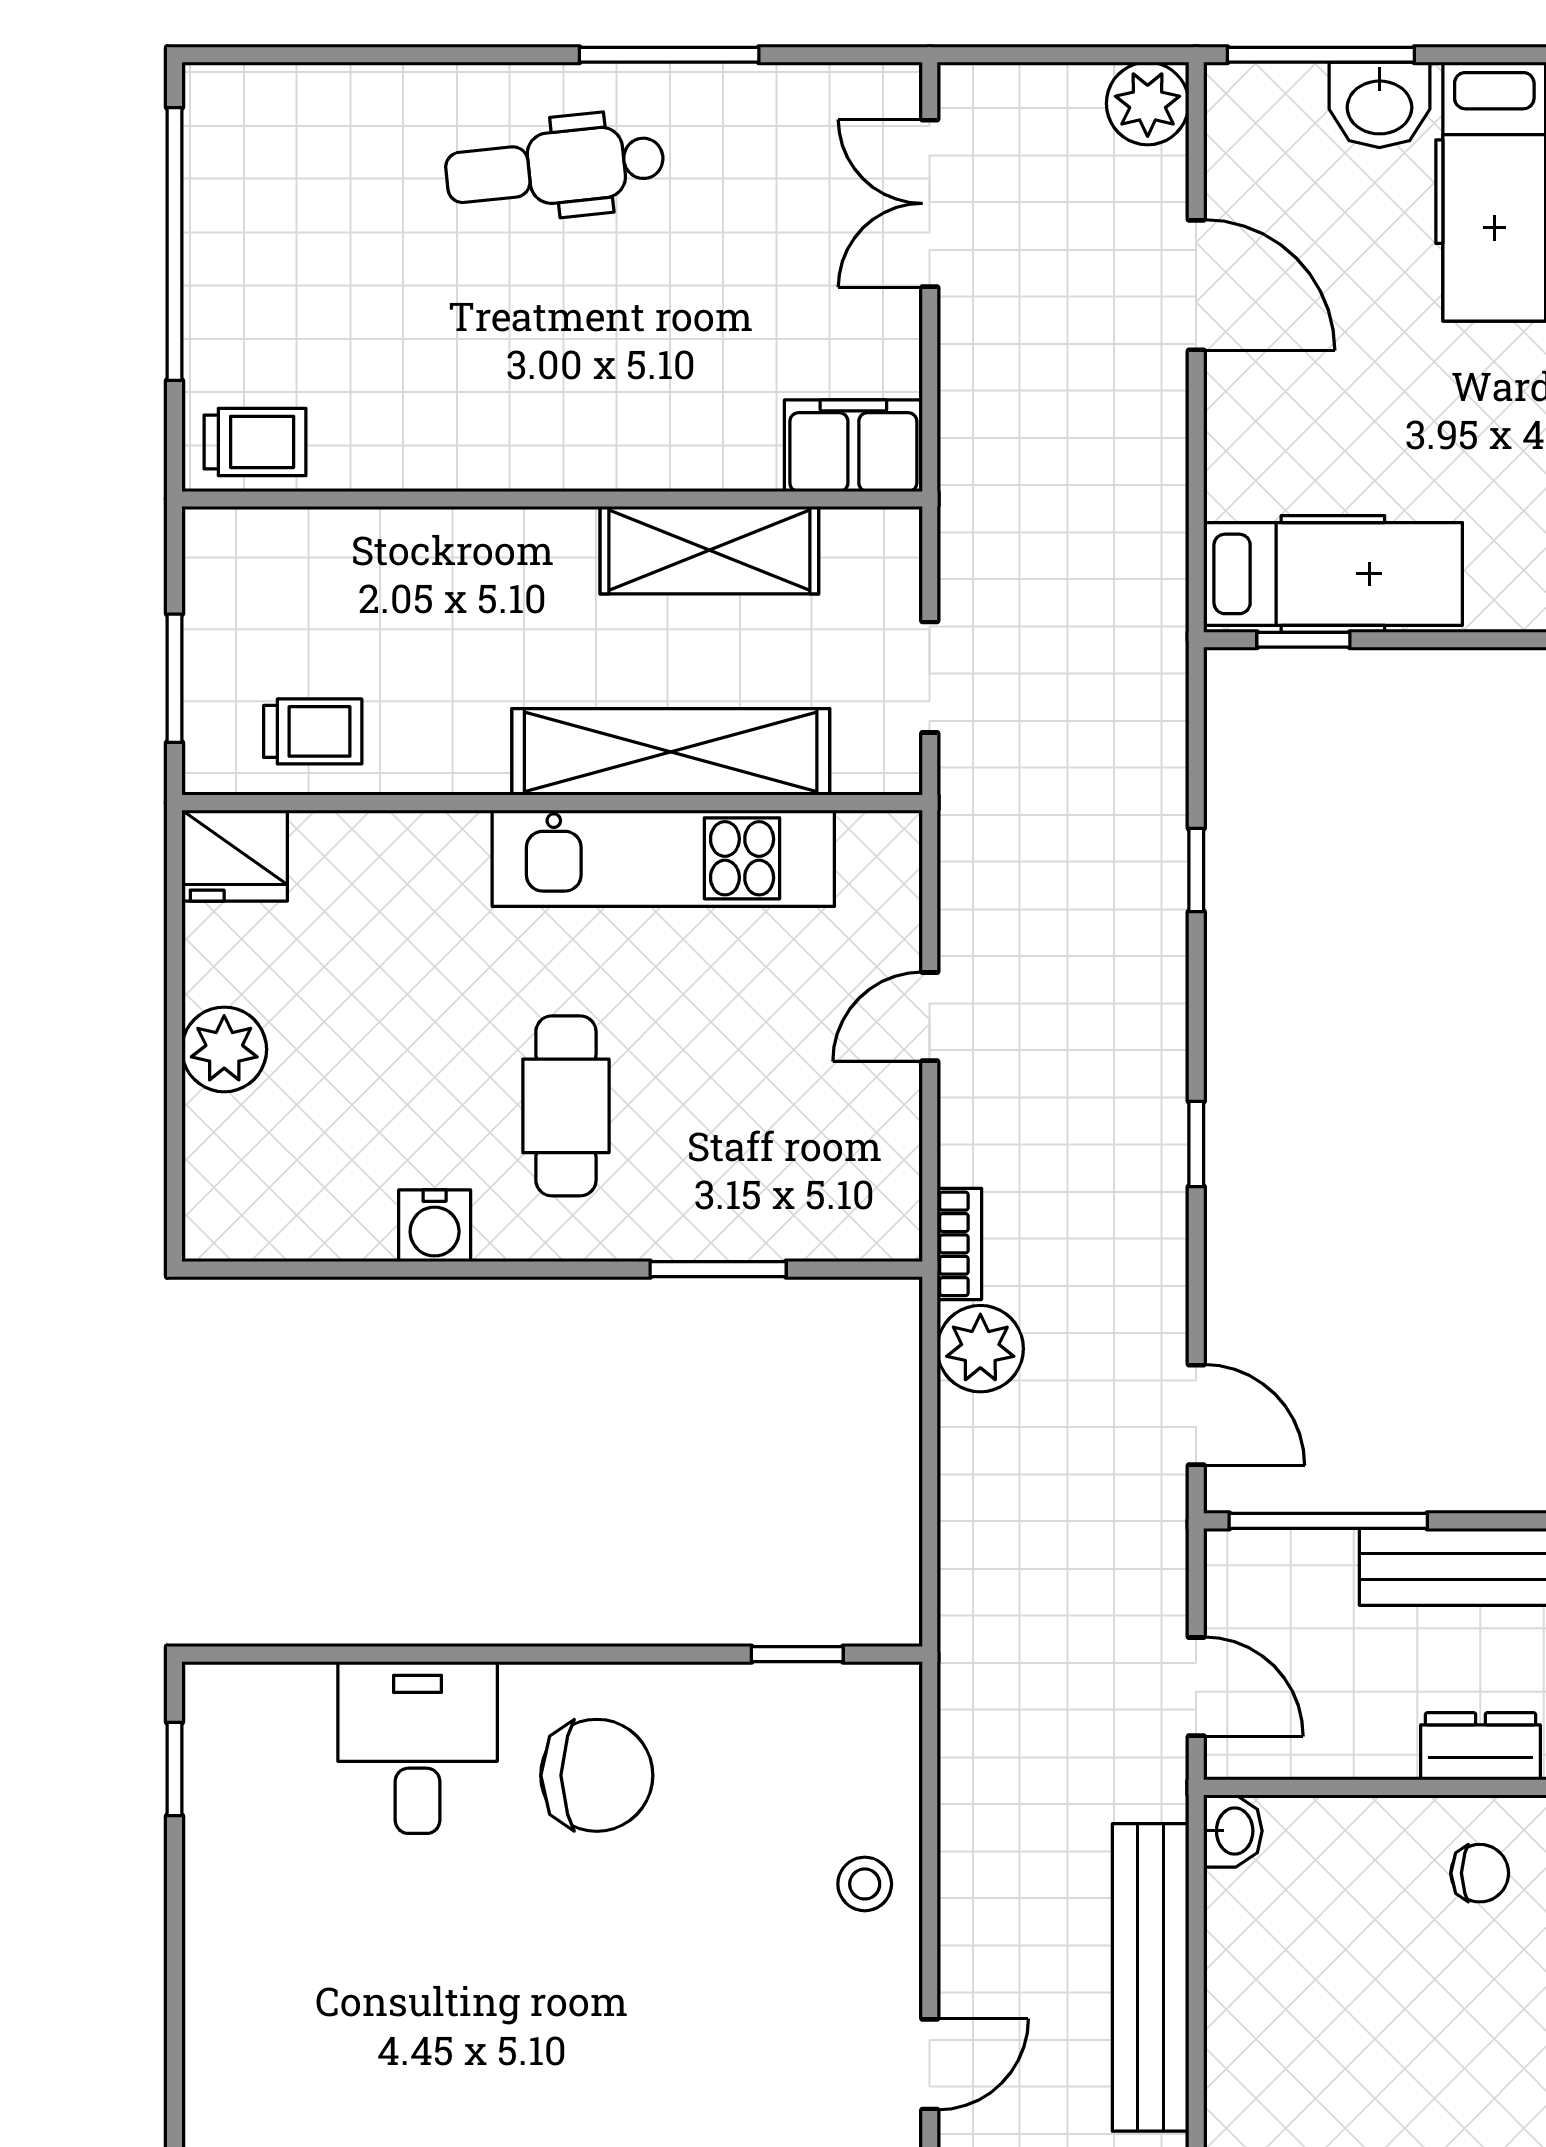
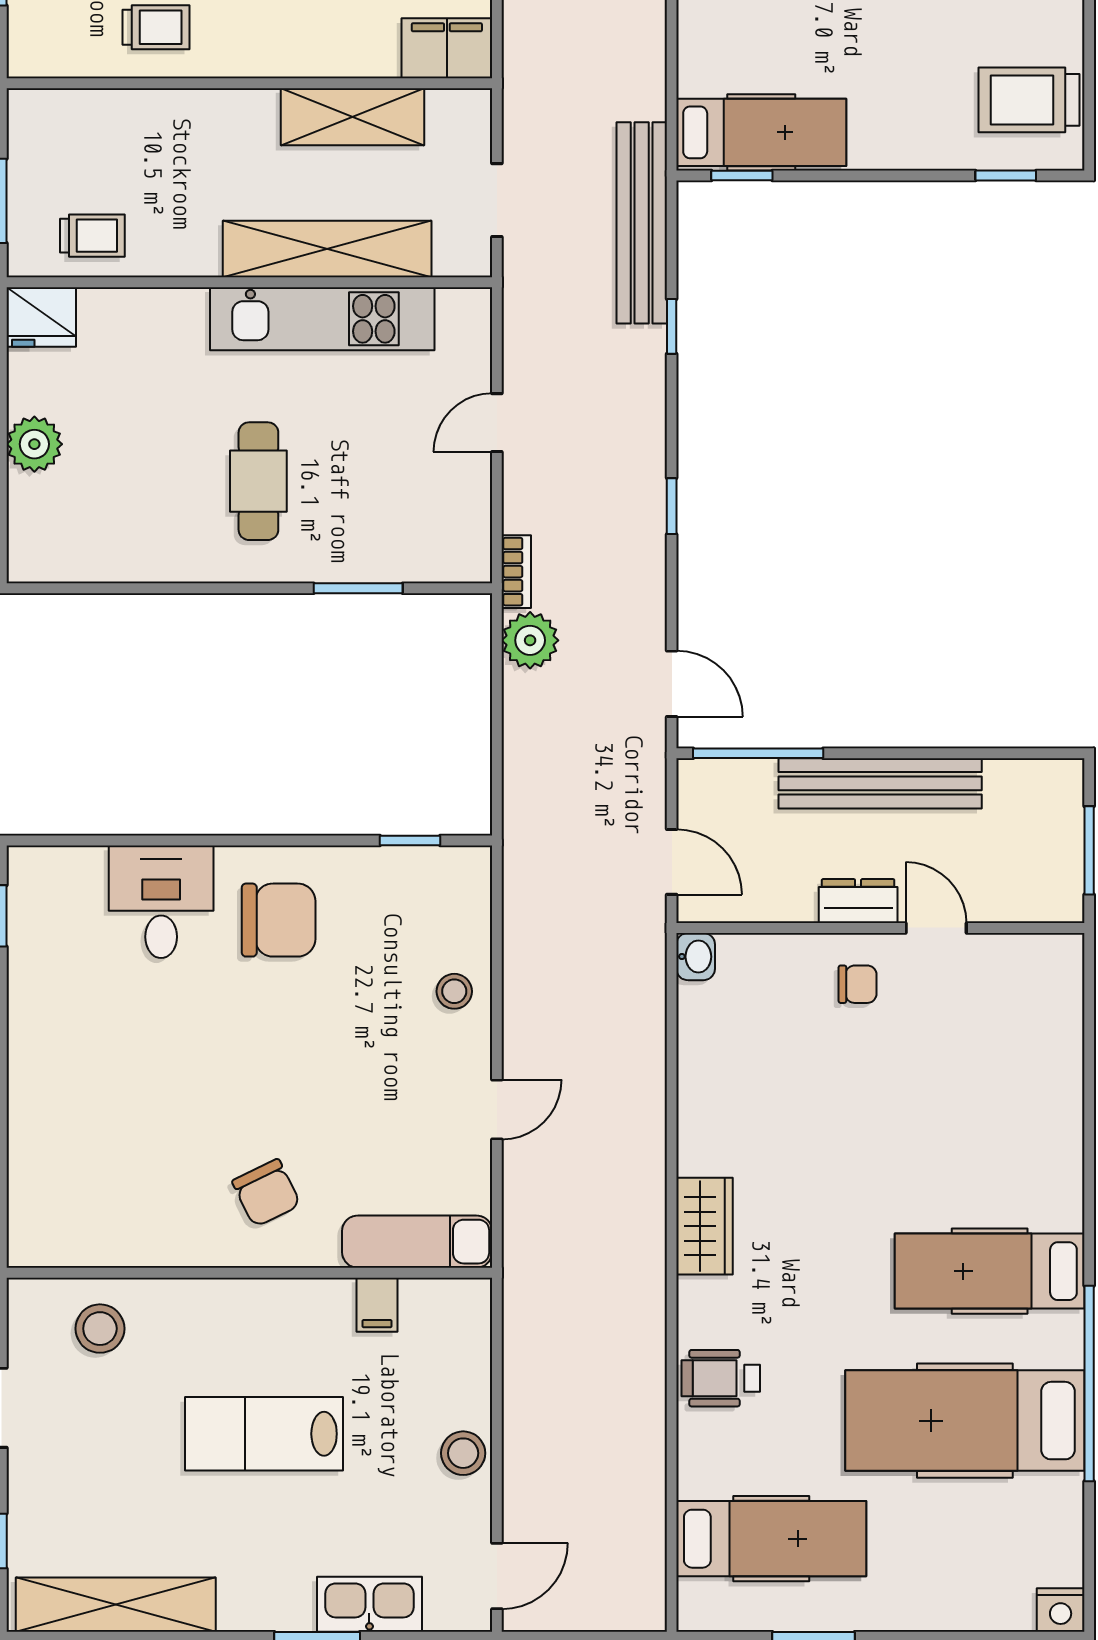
trolley: (255, 442) -> (156, 27), moved
water cooler: (435, 1226) -> (172, 560), removed
bench: (1151, 1977) -> (642, 223), moved

